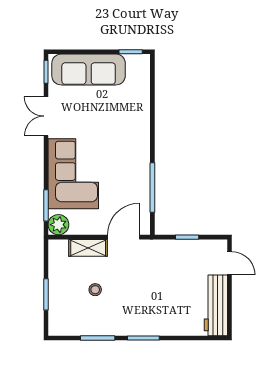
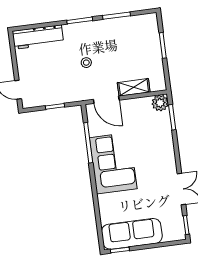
sofa: (89, 70) -> (132, 234), moved
corner sofa: (73, 174) -> (113, 163), moved, turned 180
door: (124, 237) -> (106, 100), hinge flipped
stool: (95, 290) -> (86, 63), moved
workbench: (216, 305) -> (38, 37), moved, turned 90

